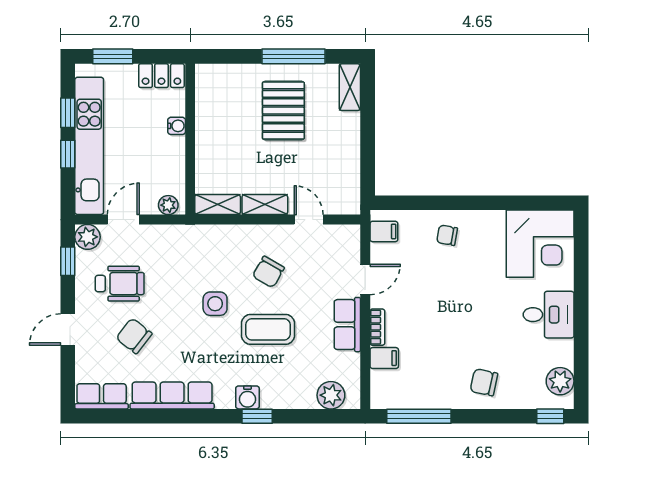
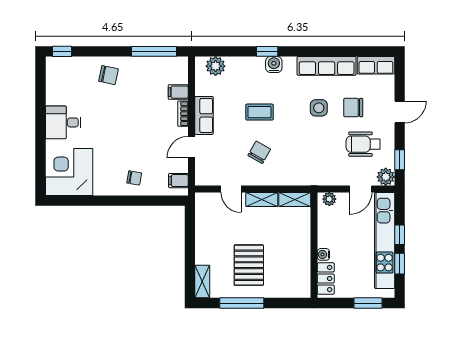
locker: (161, 76) -> (326, 279), moved, turned 90
side table: (215, 304) -> (319, 108), moved
coffee table: (268, 329) -> (259, 112), width x0.73, depth x0.77
chair: (134, 336) -> (353, 108), turned 142
plant: (560, 381) -> (55, 76), removed

